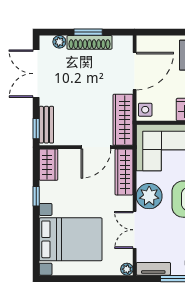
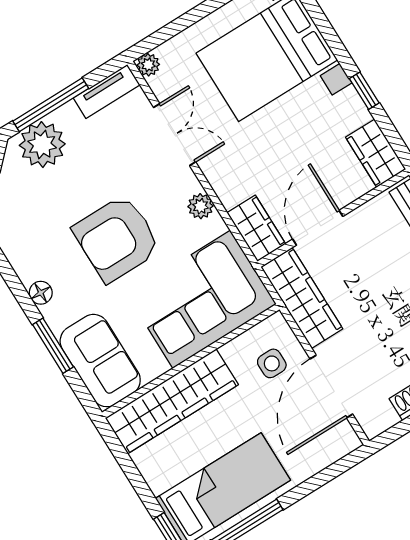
side table: (145, 110) -> (272, 363), moved
wardrobe: (124, 172) -> (256, 228), width x0.67
plant: (149, 196) -> (201, 206), width x0.53, depth x0.53

